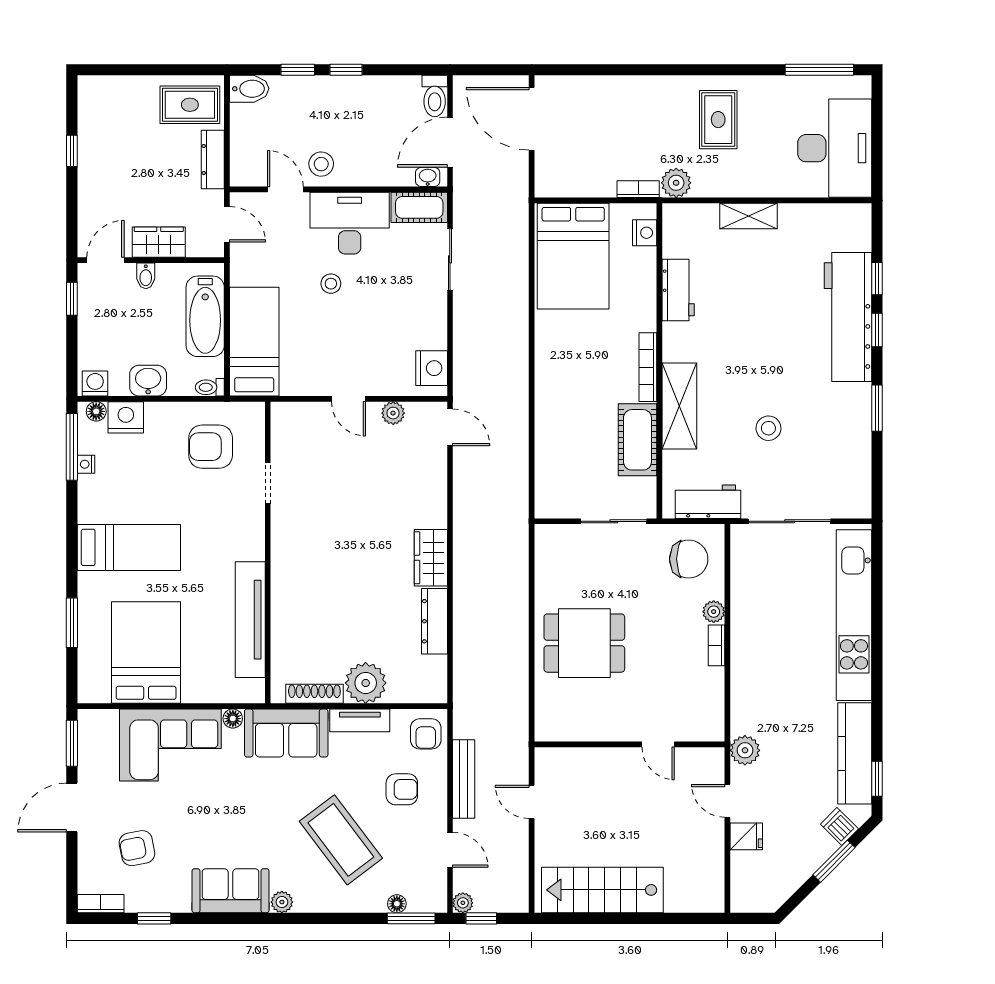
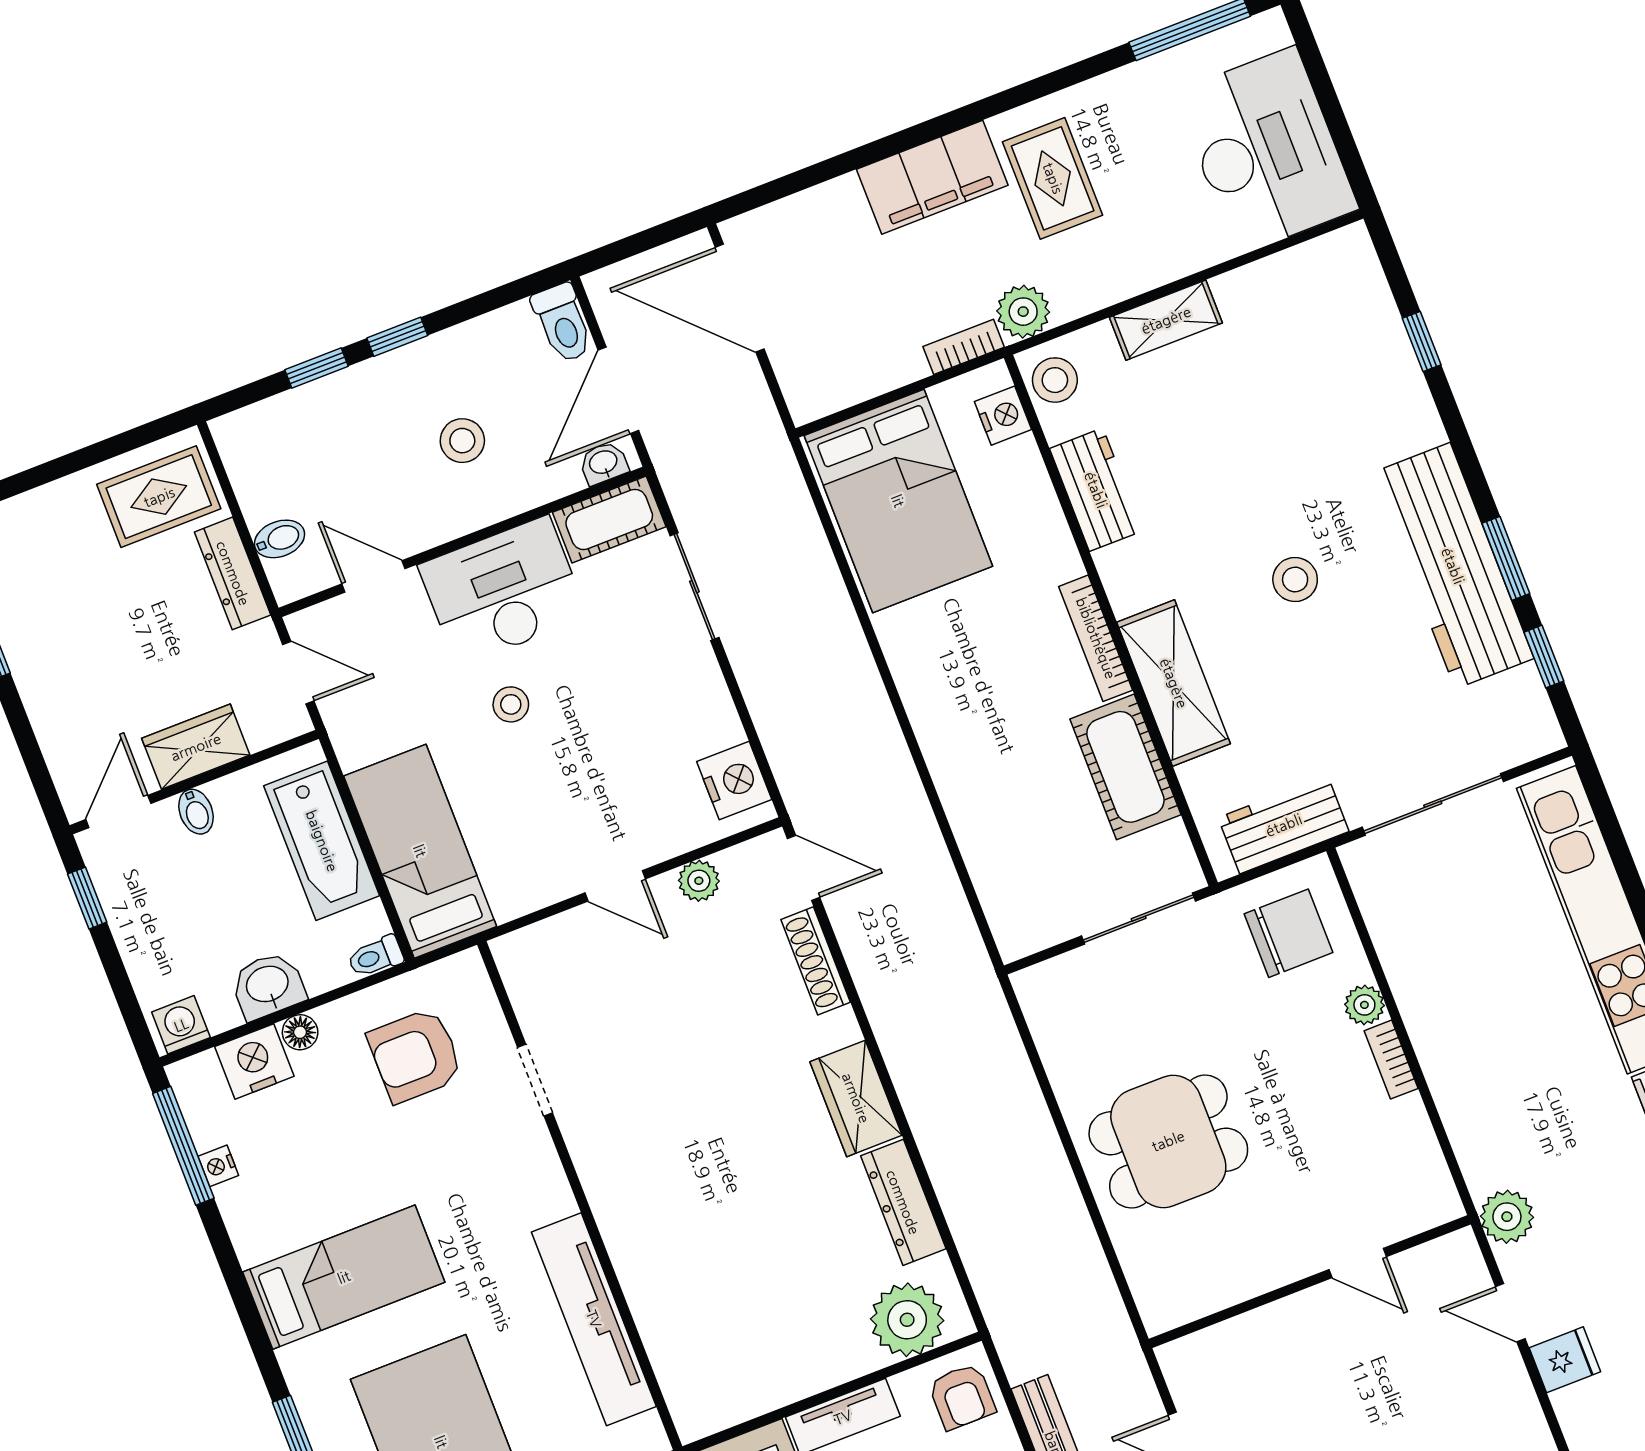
bidet: (249, 89) -> (279, 539), moved, width x0.72, depth x0.74
filing cabinet: (656, 95) -> (932, 177), added
stool: (321, 164) -> (462, 441), moved
stool: (679, 225) -> (1055, 380), added
workbench: (848, 317) -> (1453, 566), moved
window: (877, 330) -> (1544, 657), moved
floor lamp: (96, 411) -> (300, 1032), moved
stool: (768, 428) -> (1295, 579), moved
plant: (366, 683) -> (907, 1320), moved
shoe rack: (314, 694) -> (816, 961), moved, turned -90

